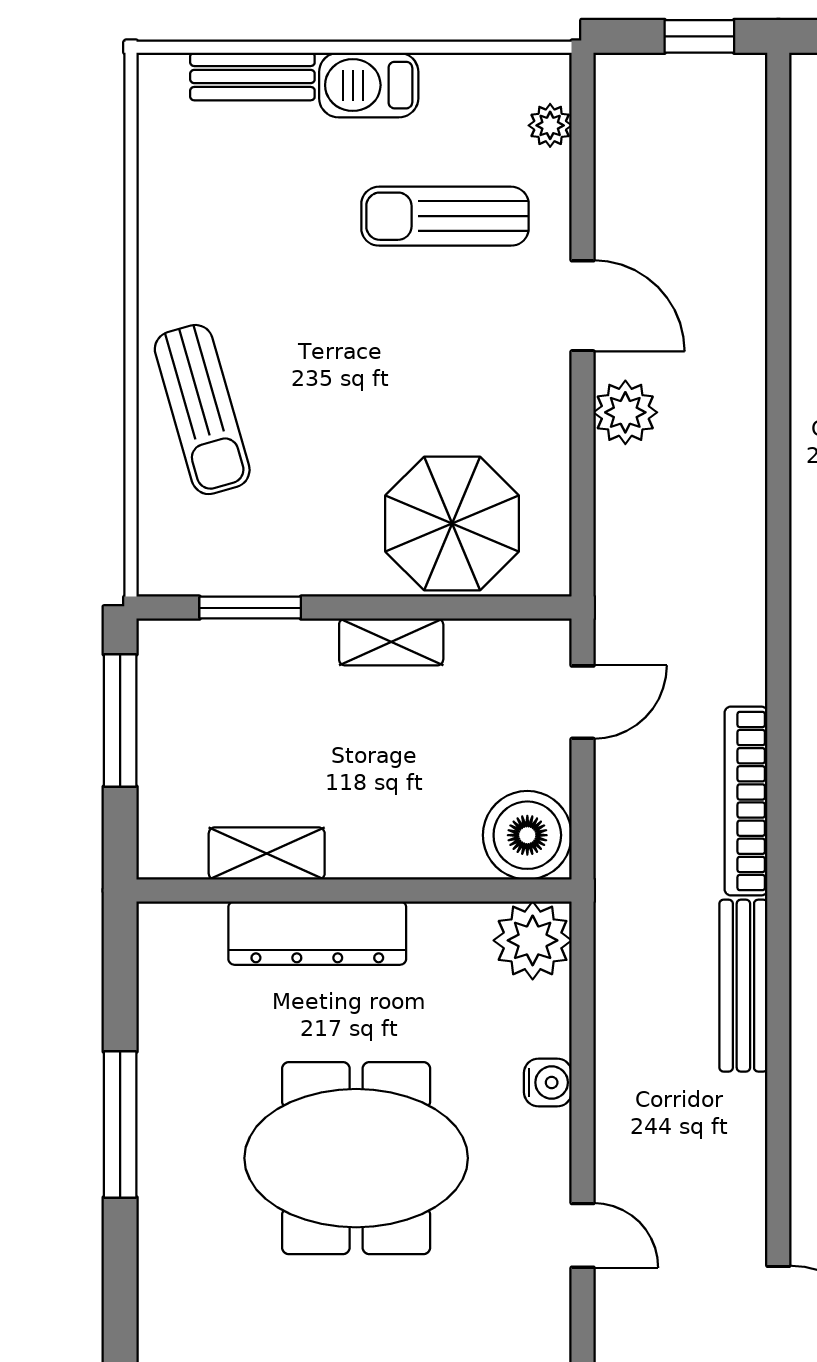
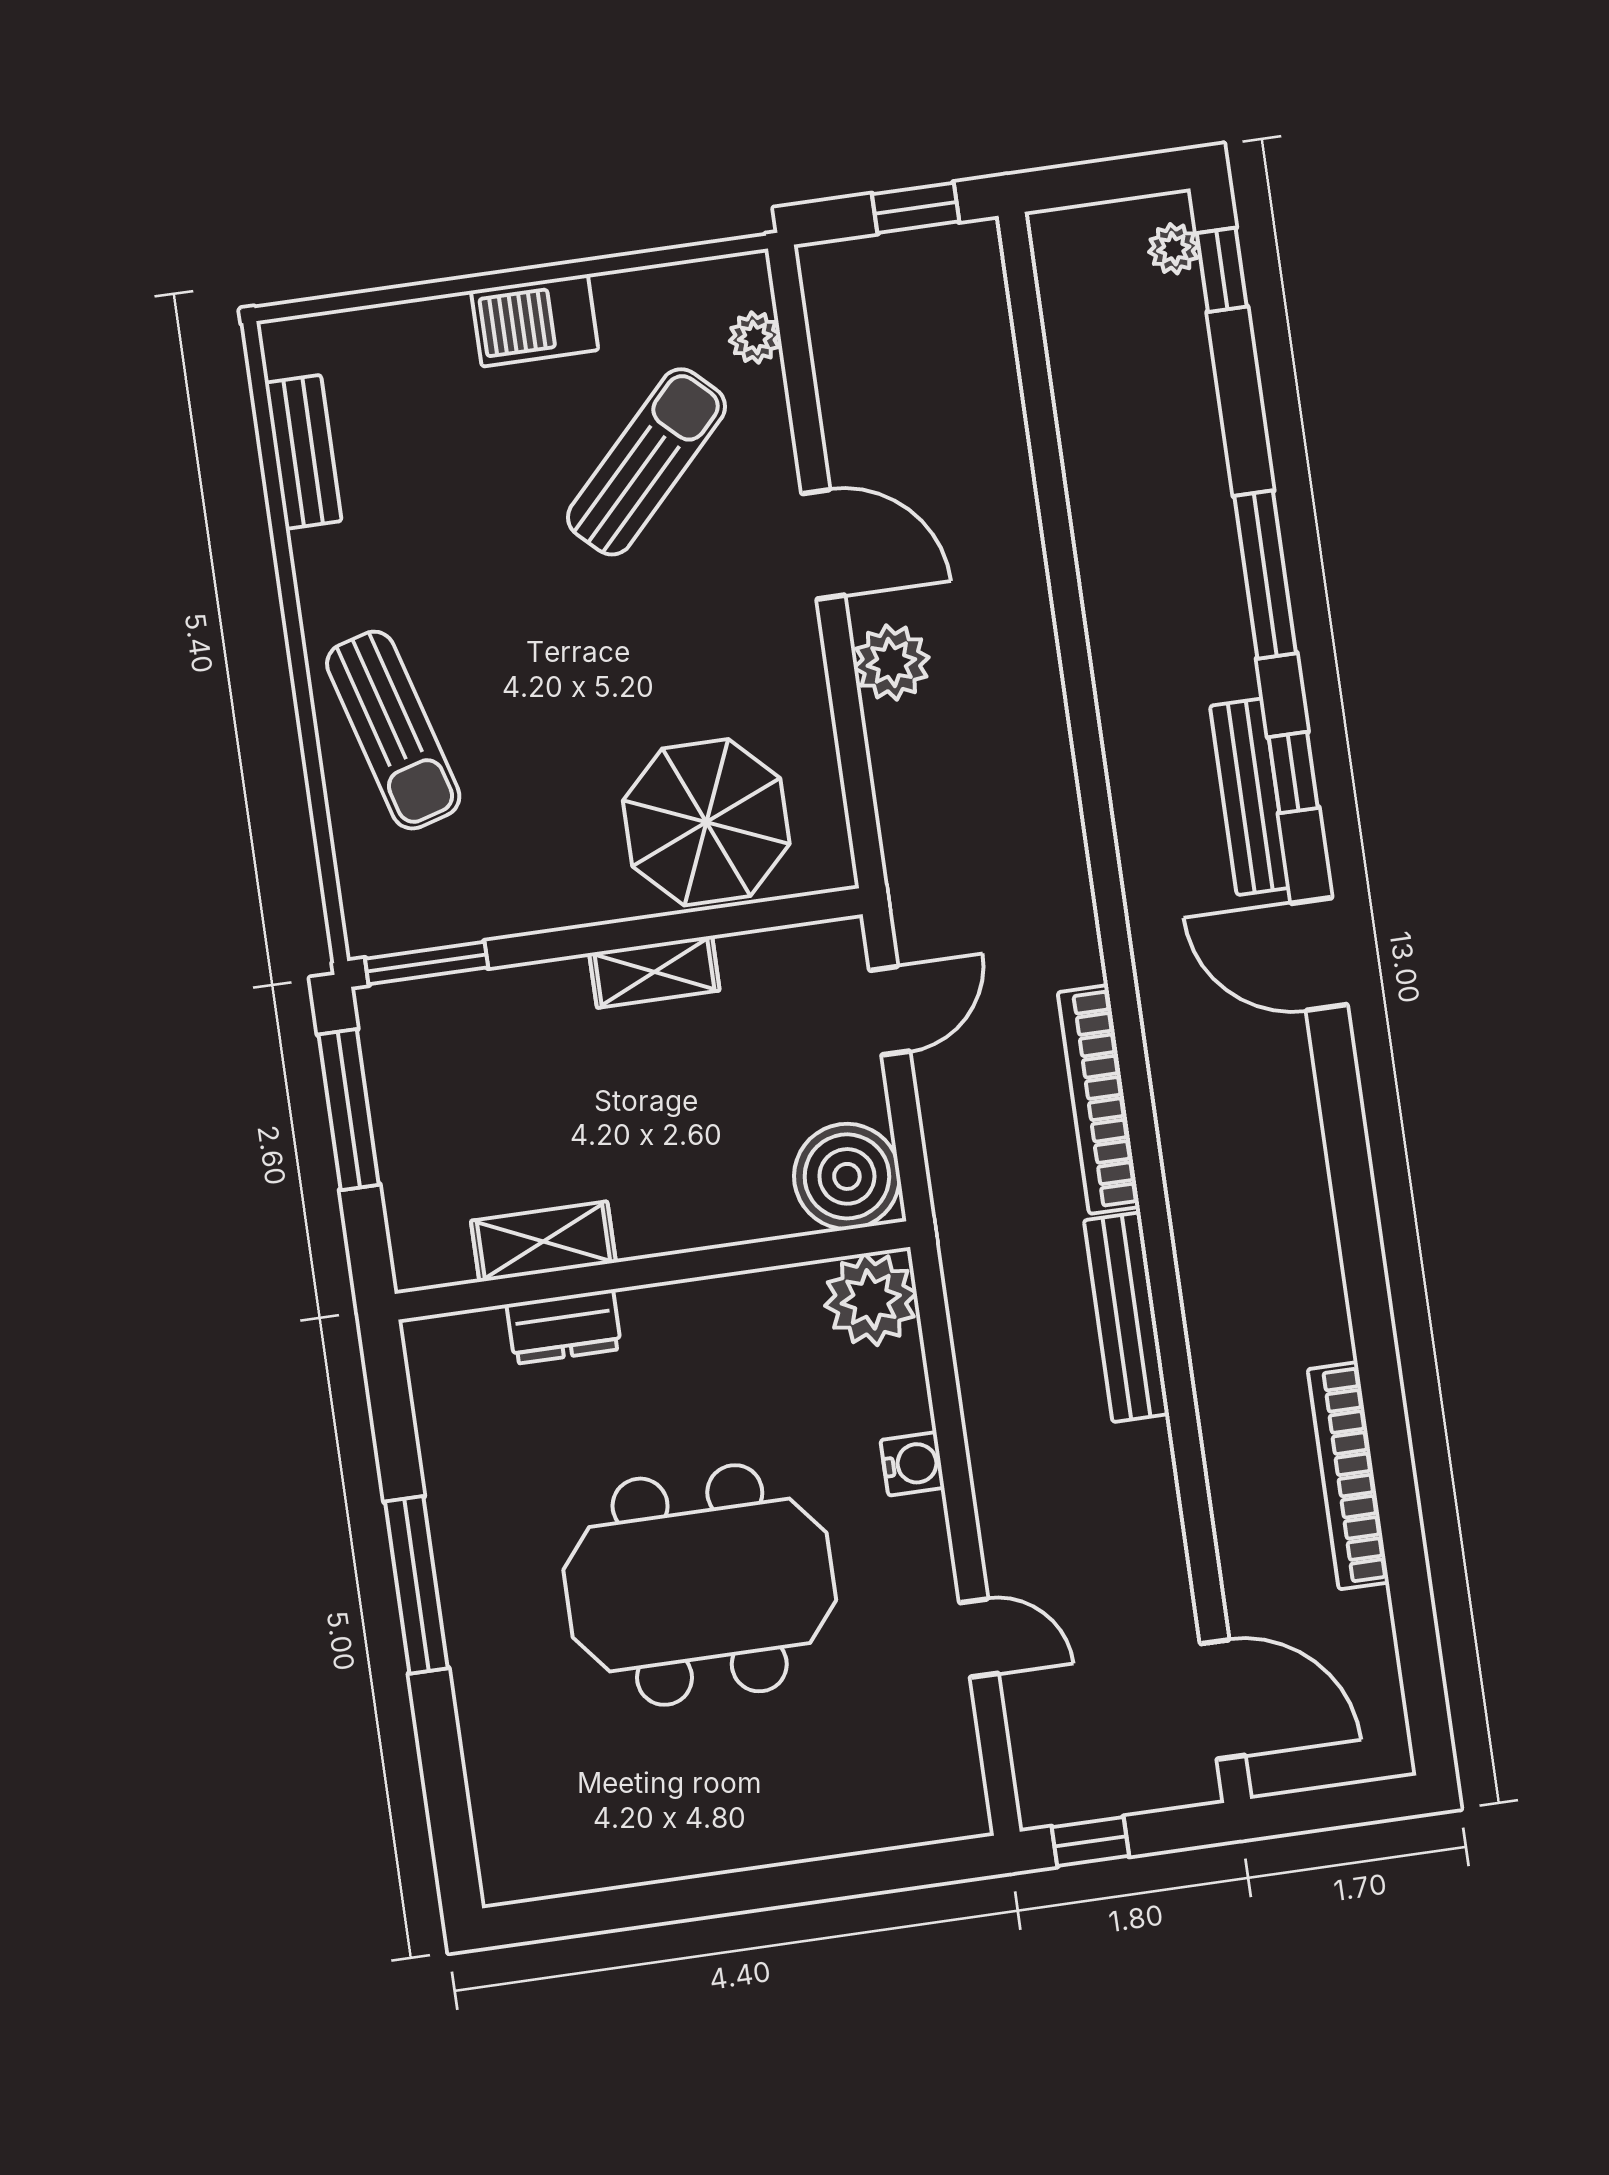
bench: (252, 76) -> (303, 452), moved, turned 90
sun lounger: (445, 216) -> (646, 462), turned 134
window: (250, 608) -> (427, 963), moved
dresser: (317, 933) -> (564, 1327), width x0.51, depth x0.80

